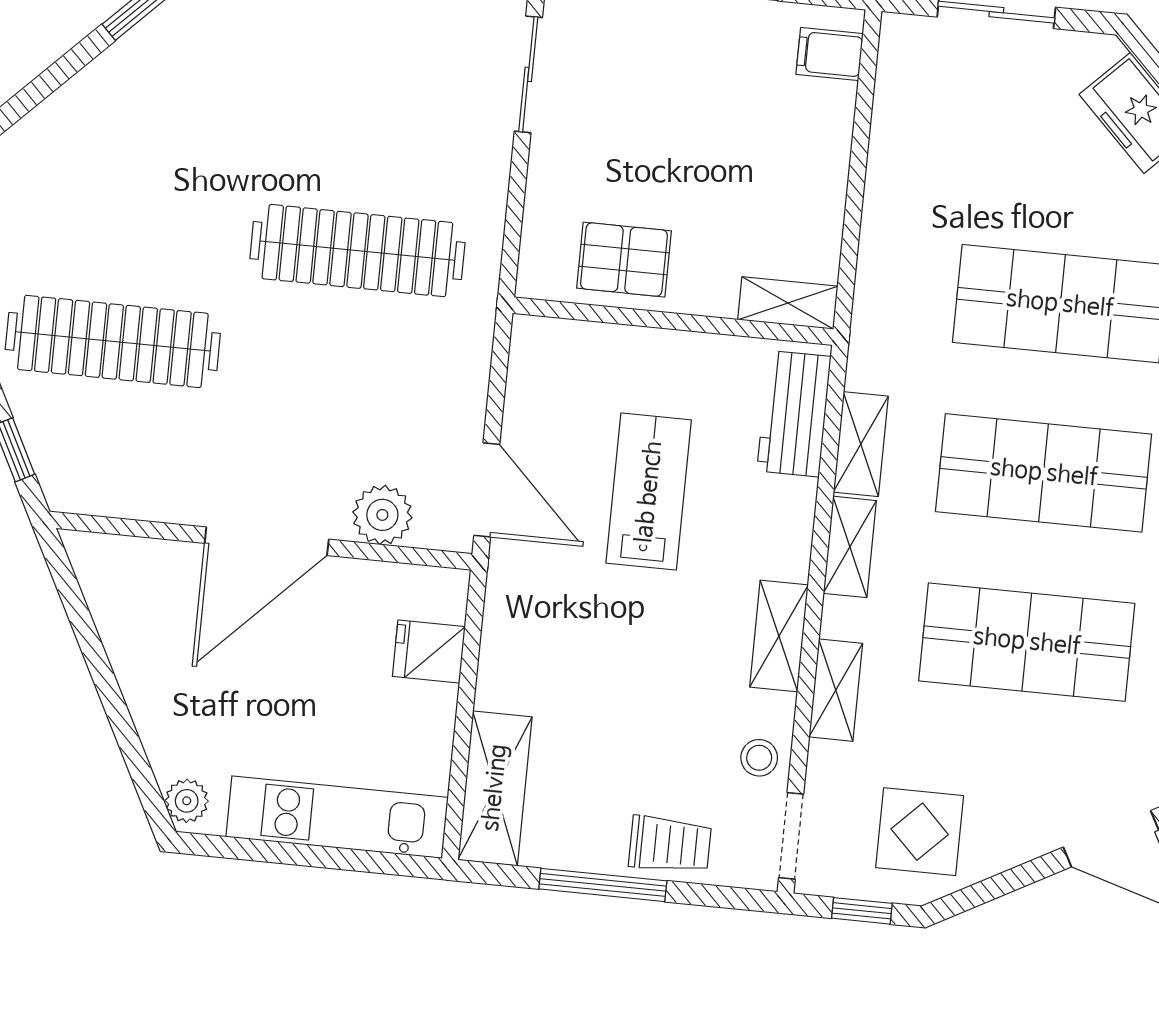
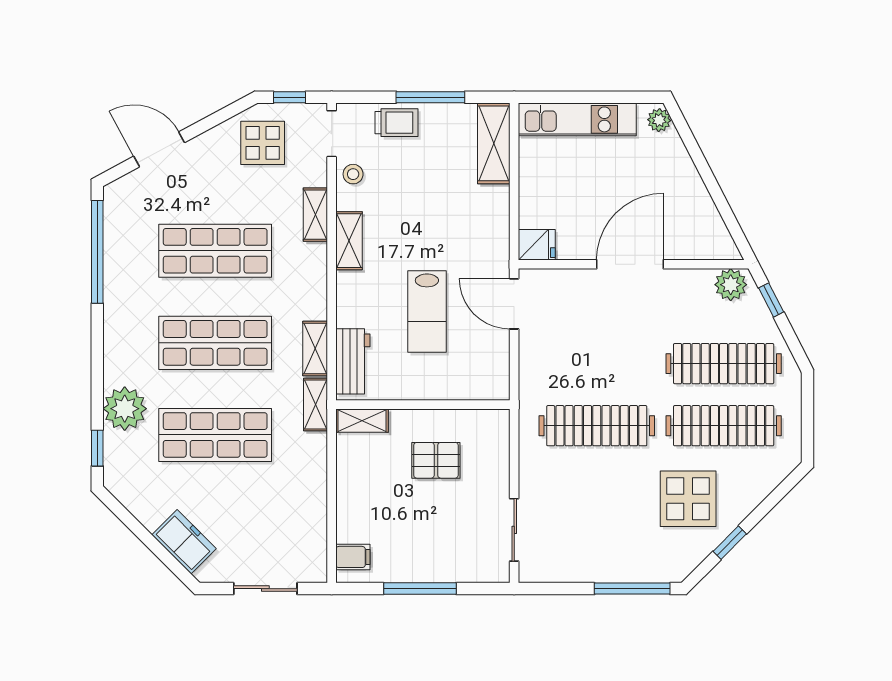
display table: (203, 100) -> (688, 499), added
clothes rail: (124, 227) -> (724, 426), added
pallet: (624, 260) -> (436, 460), moved
plant: (382, 515) -> (731, 285), moved
shelving: (850, 547) -> (316, 404), moved
fridge: (429, 652) -> (537, 245), moved
trolley: (670, 844) -> (396, 123), turned 180

